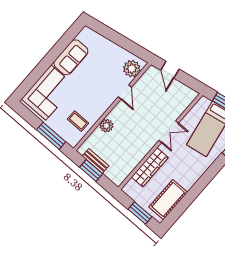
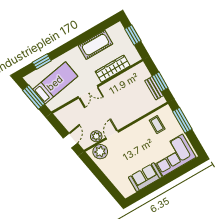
plant: (106, 126) -> (96, 136), moved
double door: (169, 132) -> (88, 92), swing flipped
cot: (168, 200) -> (95, 45), moved

